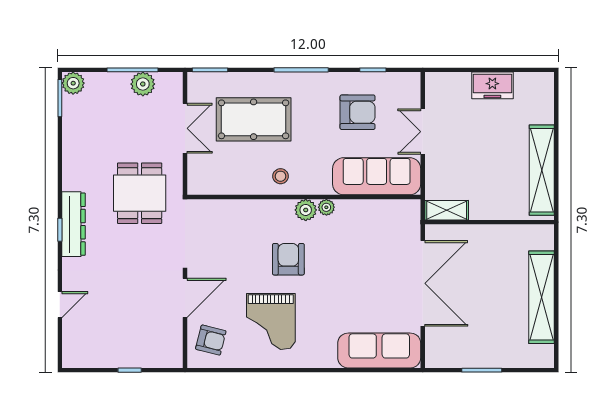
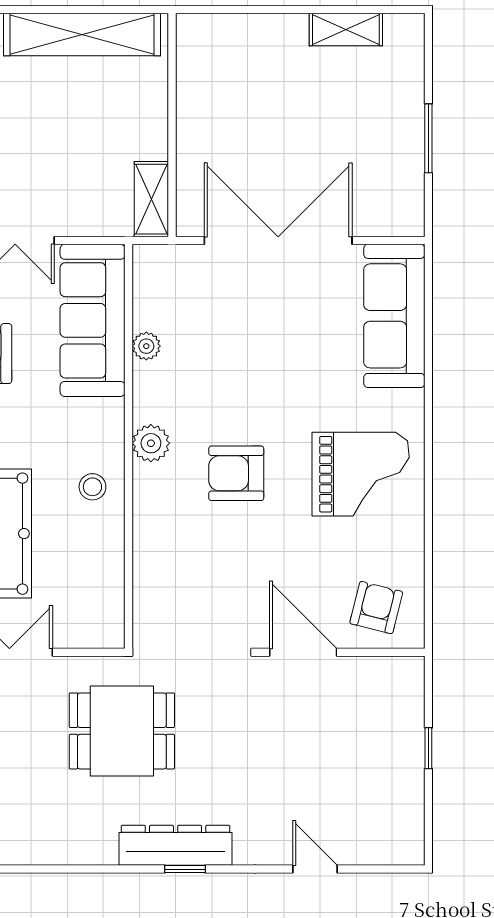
plant: (326, 207) -> (146, 346), moved
shelving: (541, 297) -> (346, 29), width x0.45, depth x0.75
grand piano: (271, 321) -> (361, 474), moved

